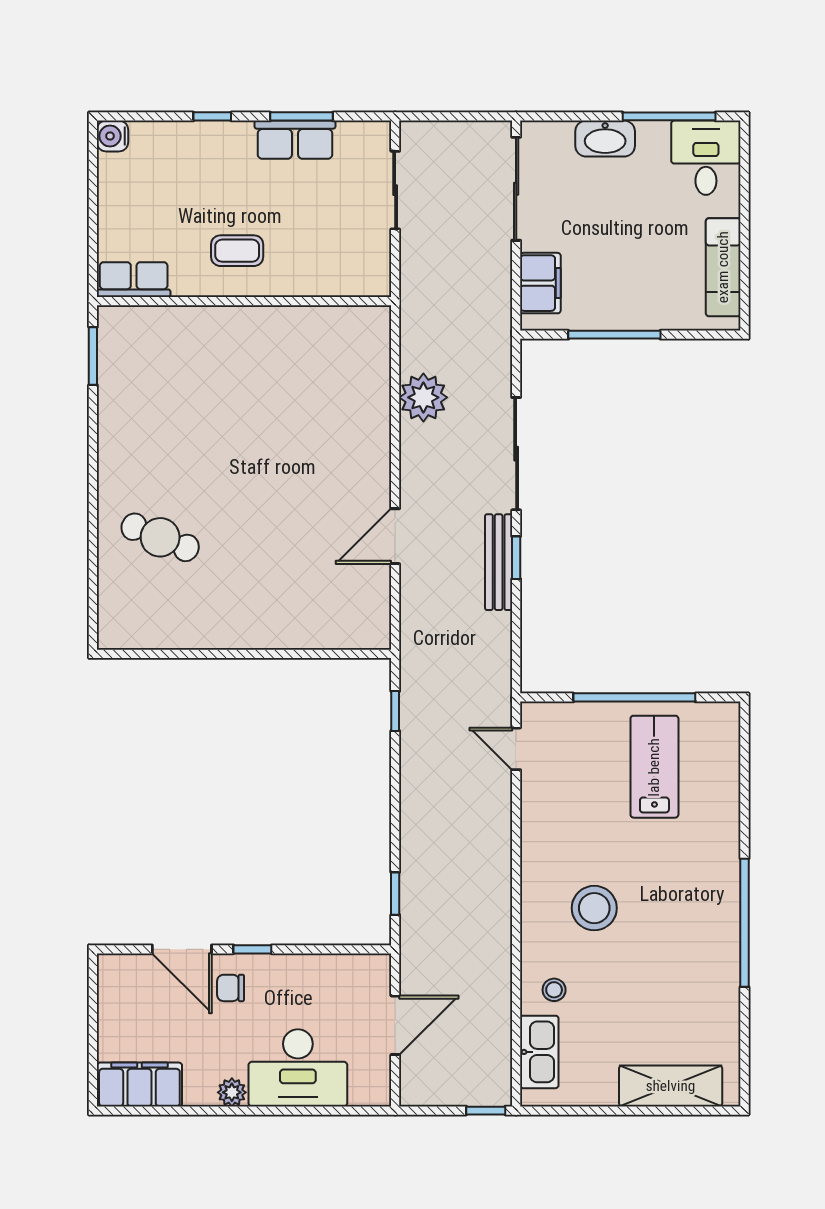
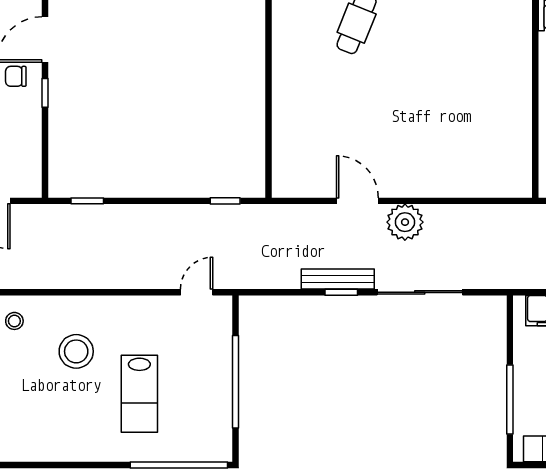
window: (614, 335) -> (510, 400), moved
plant: (423, 397) -> (405, 222), moved
lab bench: (654, 767) -> (139, 394), moved, turned 90
window: (744, 923) -> (179, 465), moved
chair: (231, 988) -> (16, 76), turned -90

